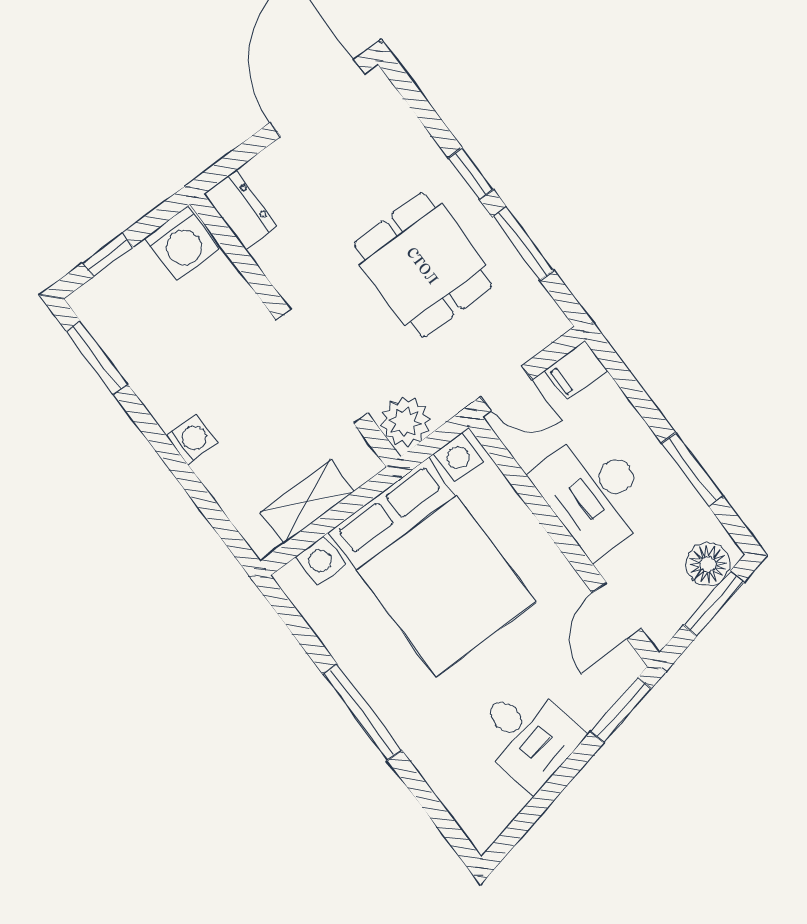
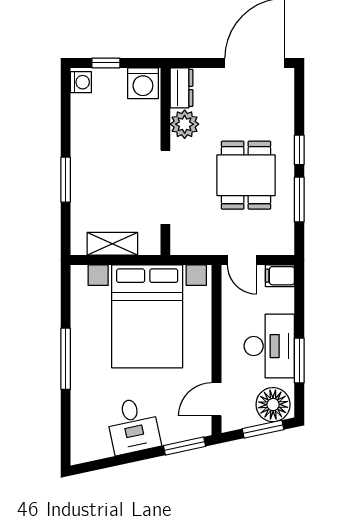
window: (97, 357) -> (66, 180), moved
plant: (405, 422) -> (185, 124), moved
washing machine: (192, 439) -> (81, 82), moved
desk: (594, 493) -> (269, 346), moved, turned 180
floor lamp: (708, 564) -> (273, 405), width x1.38, depth x1.38

